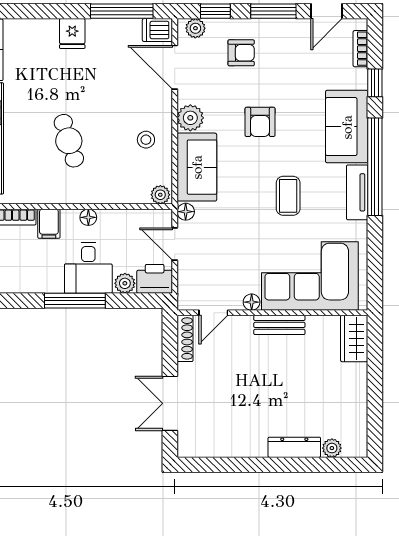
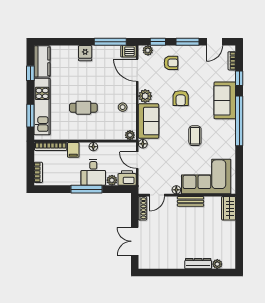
cafe table: (69, 141) -> (83, 108), turned -73
tv unit: (357, 192) -> (230, 134), removed

